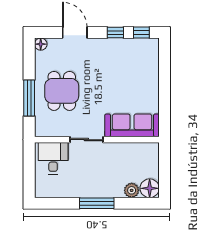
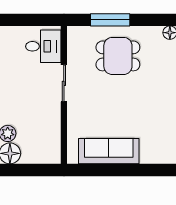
sofa: (132, 125) -> (109, 151), moved, turned -90

